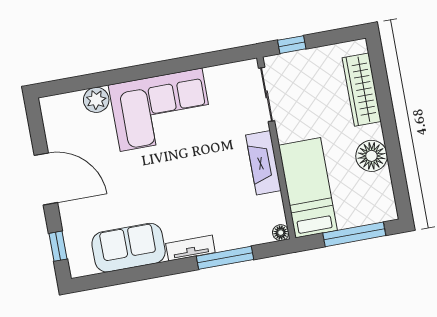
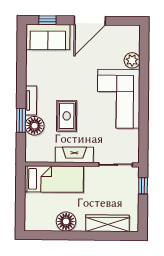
rug: (204, 187) -> (67, 116), added
floor lamp: (281, 233) -> (35, 126), moved, width x1.89, depth x1.89
window: (354, 234) -> (20, 202), removed
sofa: (129, 248) -> (48, 37), moved, turned 90
window: (225, 258) -> (21, 120), width x0.69

